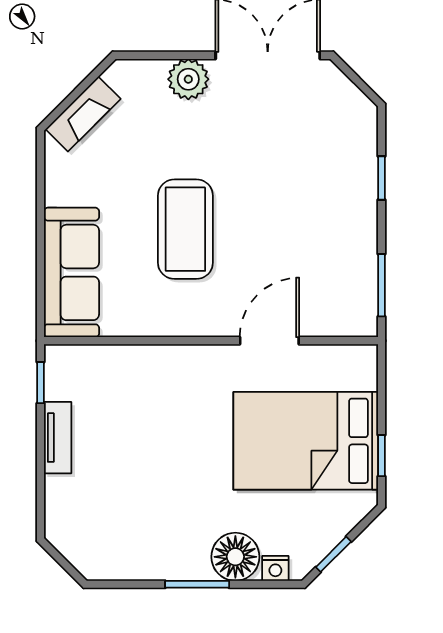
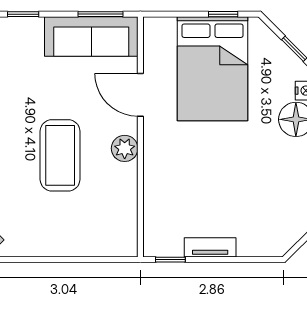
coffee table: (185, 229) -> (60, 155), turned 90
sofa: (72, 272) -> (91, 37), moved, turned 180
plant: (195, 319) -> (125, 148), added

